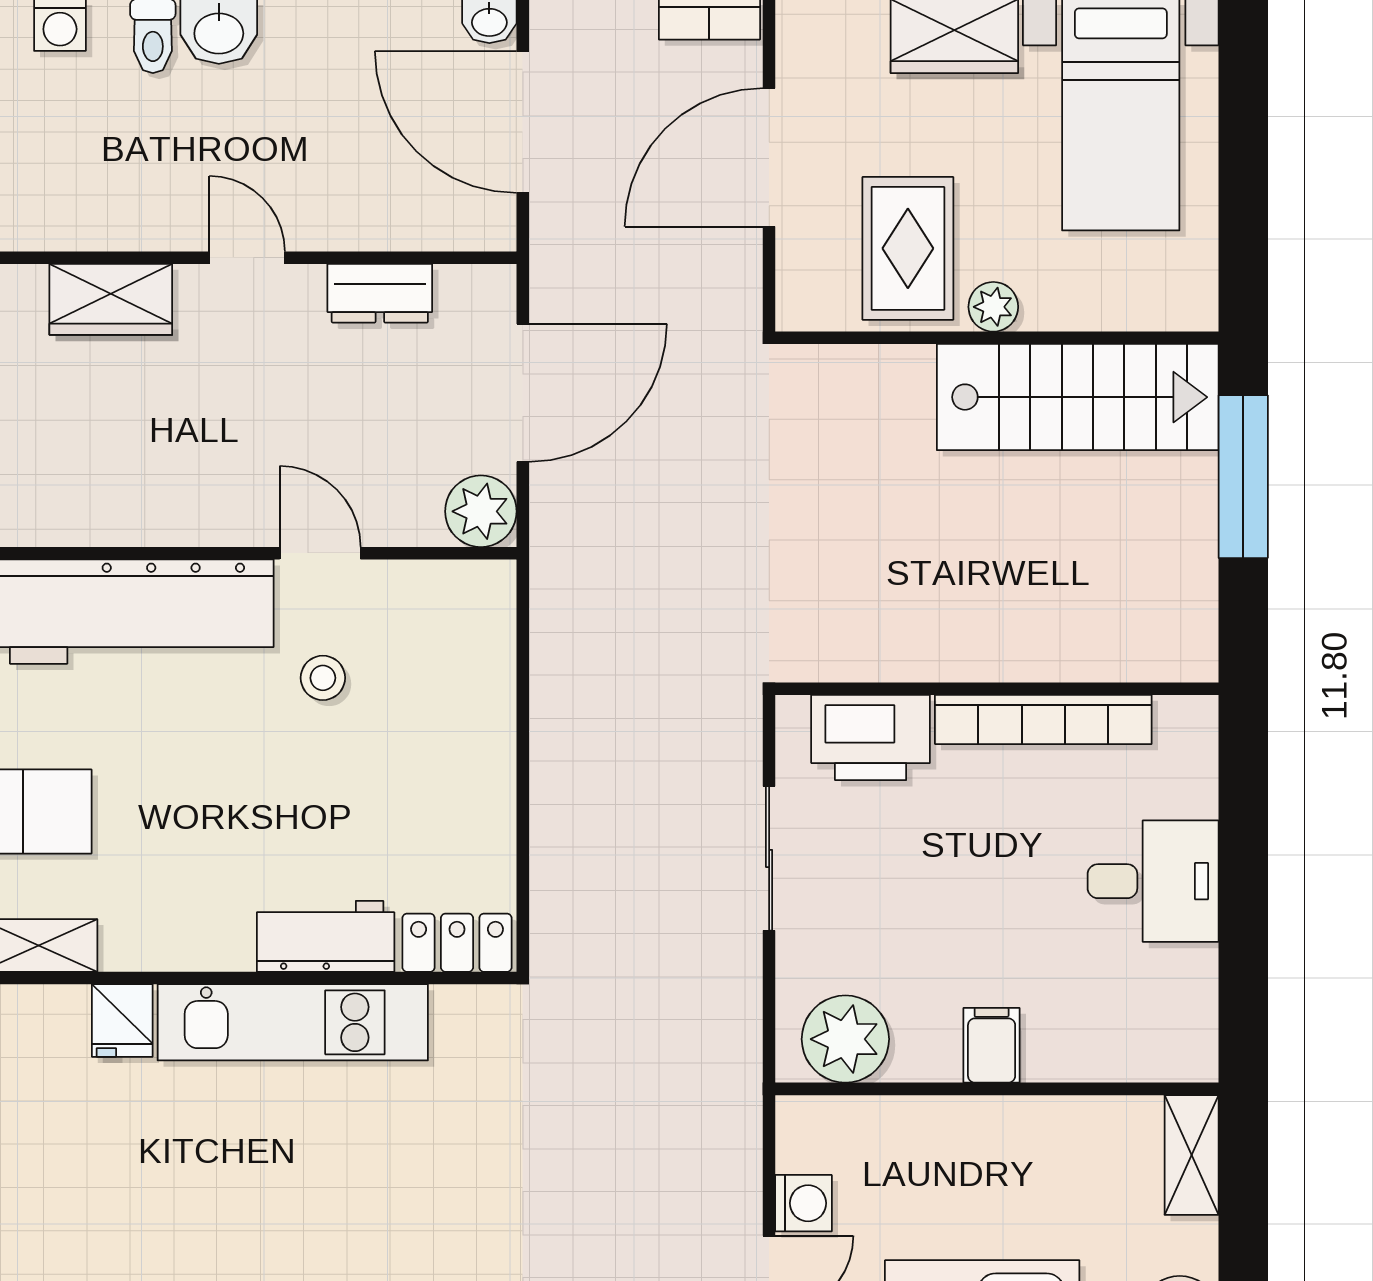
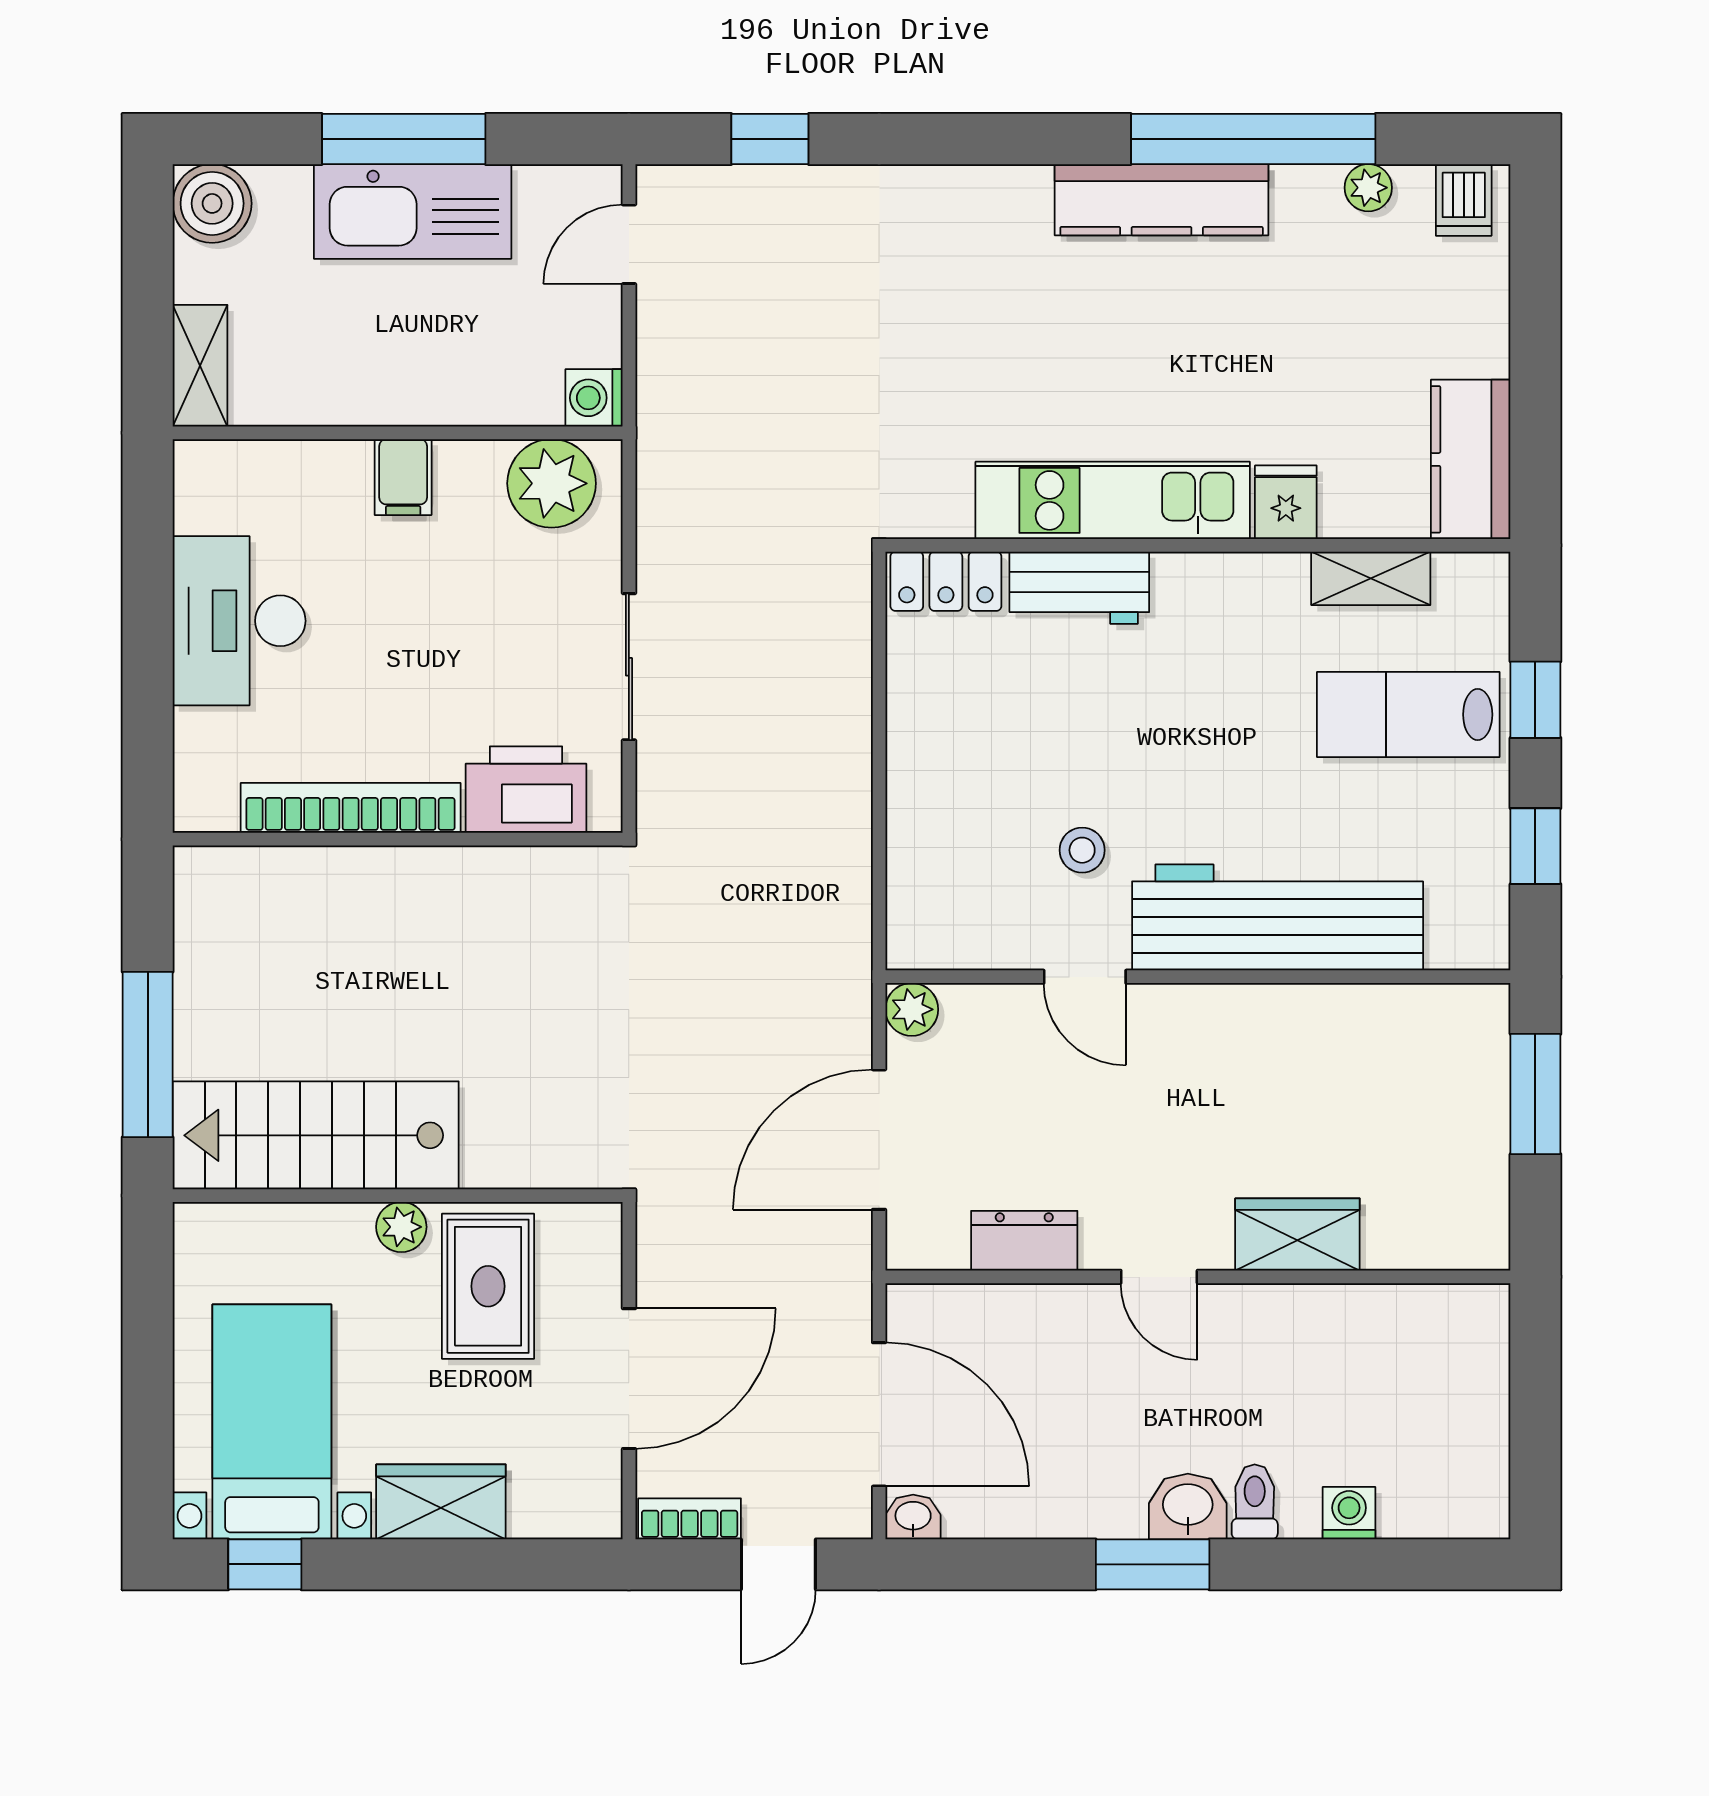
plant: (481, 511) -> (912, 1009), width x0.73, depth x0.73
desk: (1153, 881) -> (239, 621), width x1.37
washing machine: (804, 1203) -> (594, 398), moved

